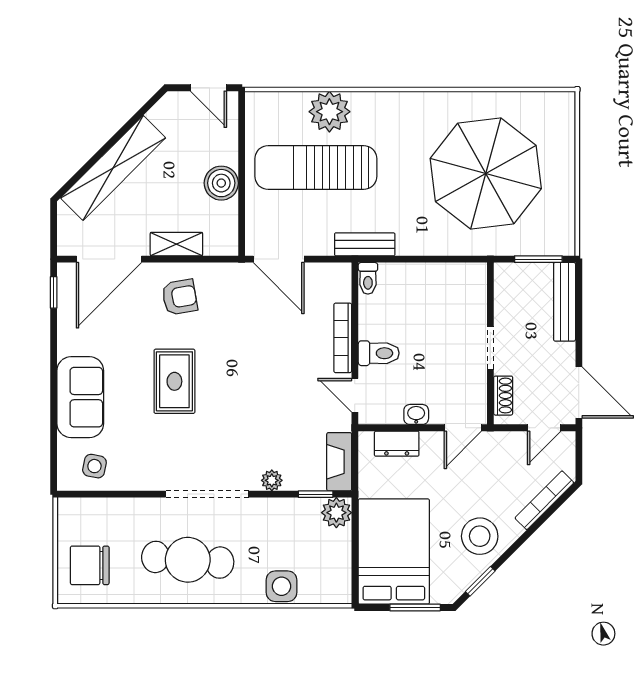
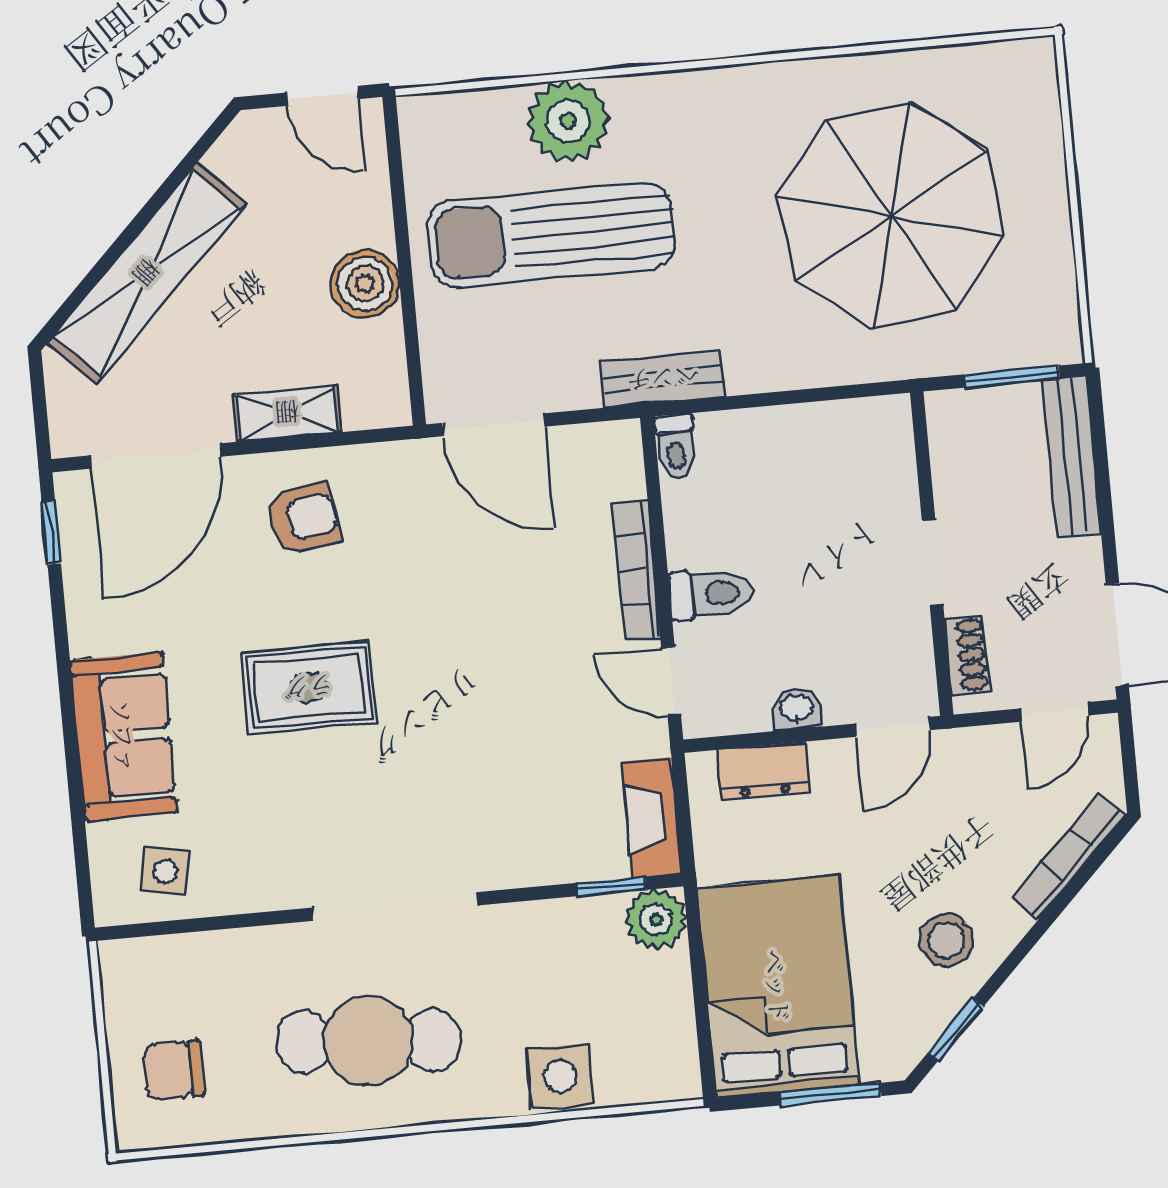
rug: (174, 381) -> (309, 688), turned 90
plant: (272, 480) -> (521, 867), removed
stool: (480, 536) -> (946, 940), width x0.73, depth x0.73
chair: (90, 565) -> (174, 1070), width x0.73, depth x0.73

